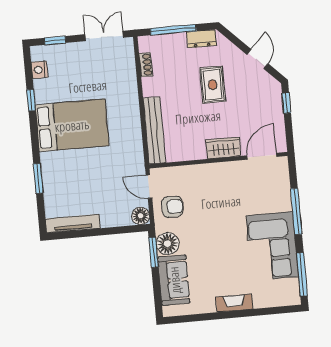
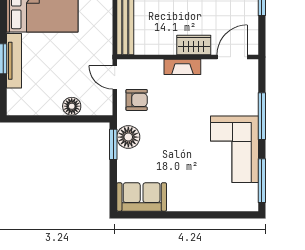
floor lamp: (141, 216) -> (72, 106), moved
tv unit: (73, 224) -> (14, 61), moved, turned 90
sofa: (174, 280) -> (142, 197), moved, turned -90
fireplace: (234, 303) -> (182, 67), moved, turned 180

